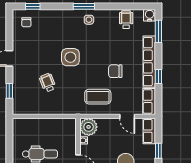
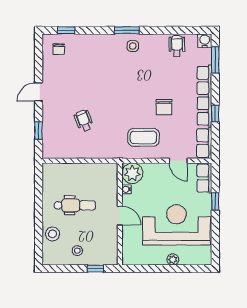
side table: (70, 57) -> (111, 90), removed
chair: (115, 71) -> (164, 107), turned -90

